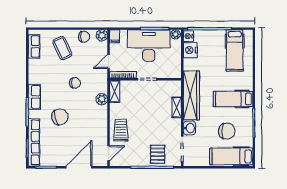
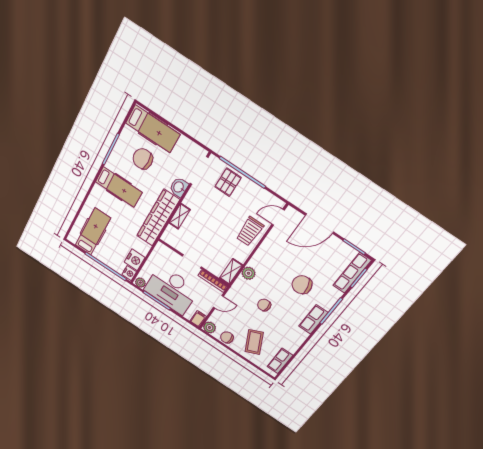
row of seats: (34, 142) -> (352, 273), width x0.73

